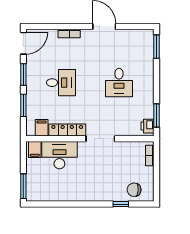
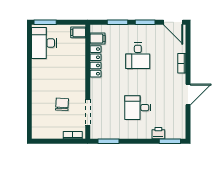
printer: (148, 126) -> (158, 133), moved
doorway: (100, 139) -> (88, 112), moved
desk: (59, 155) -> (44, 43), moved, turned 180
chair: (134, 190) -> (62, 104), moved
window: (121, 204) -> (29, 109), removed

